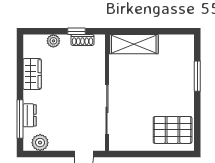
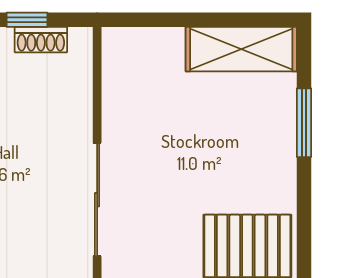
shelving: (134, 44) -> (241, 49), moved

